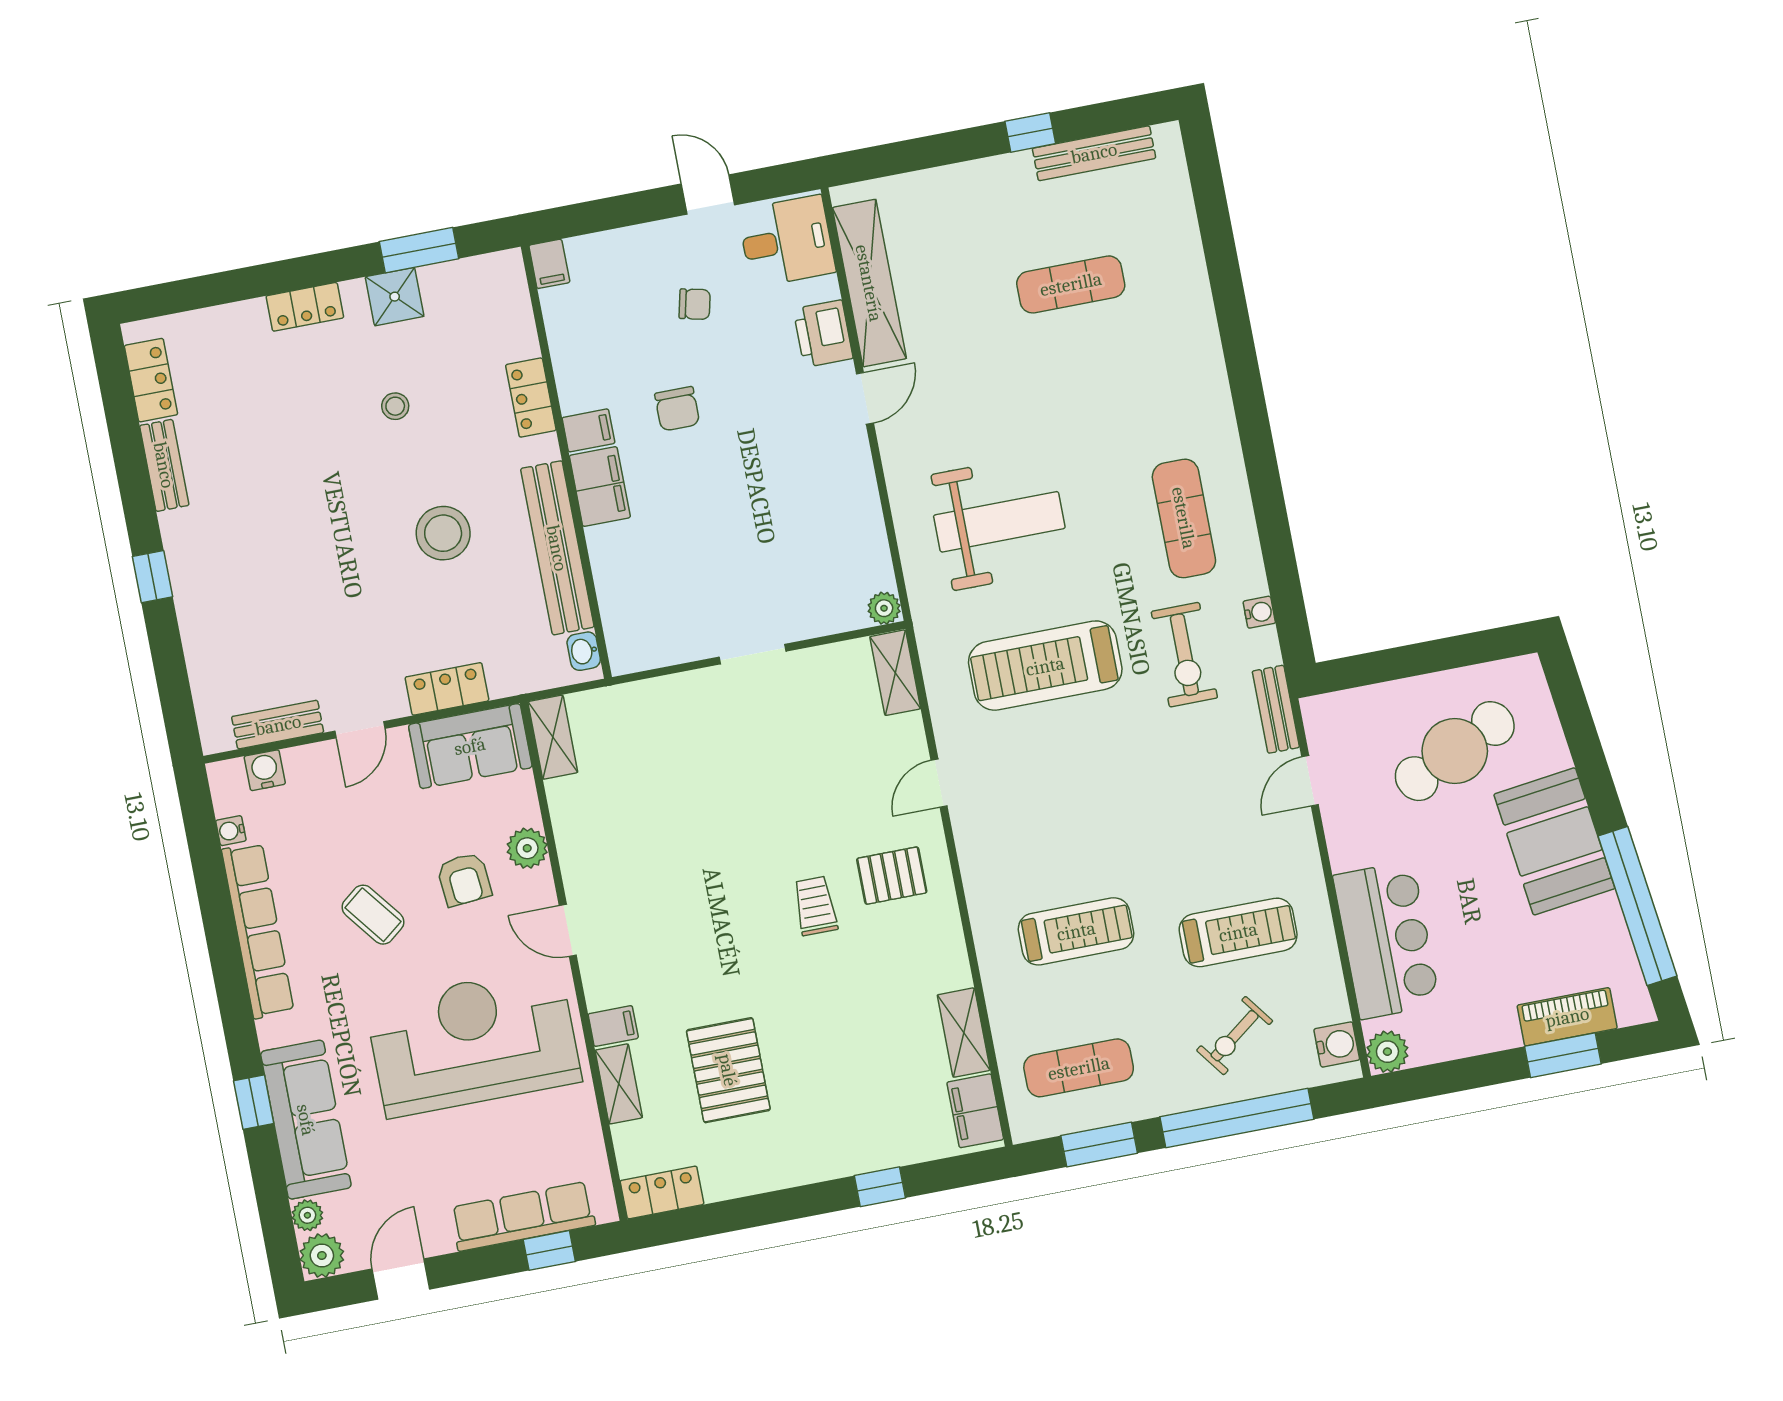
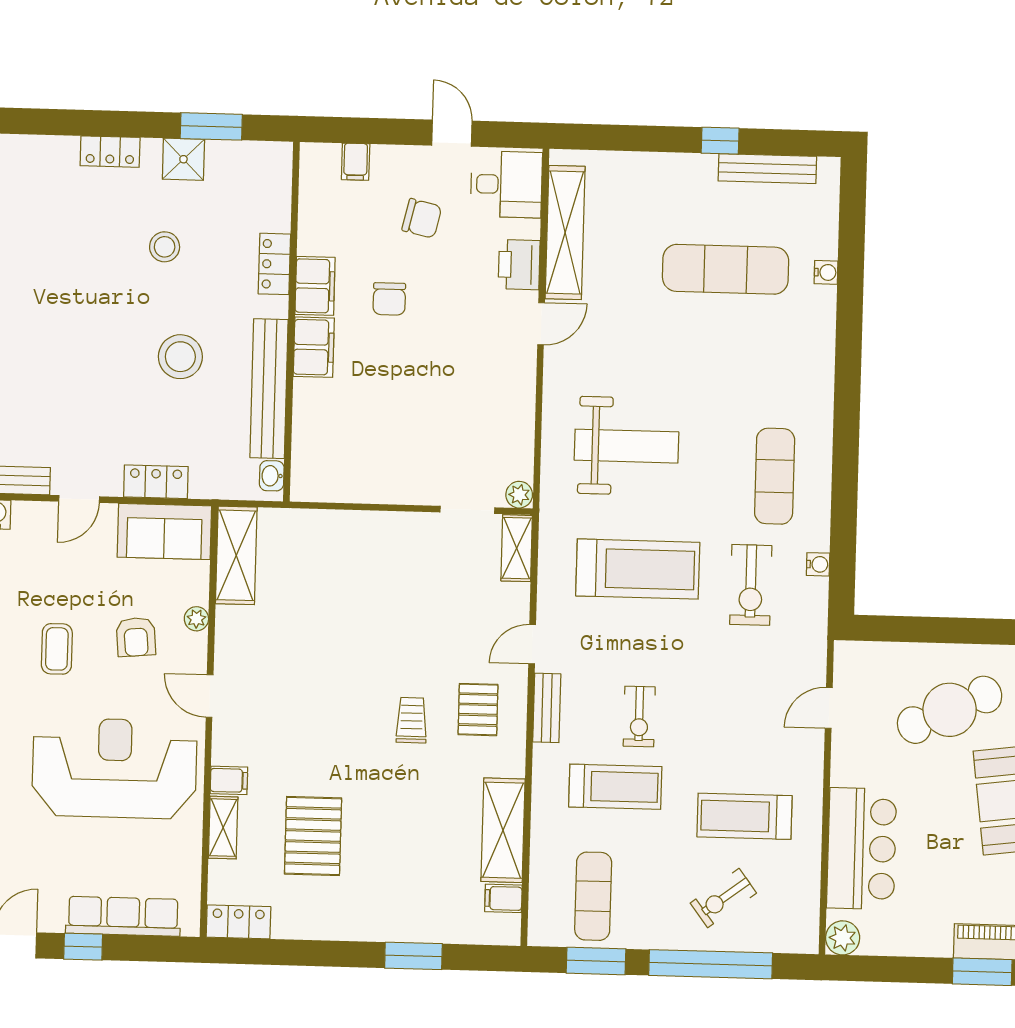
filing cabinet: (549, 264) -> (356, 162), moved
exercise mat: (1071, 284) -> (726, 269), width x1.36, depth x1.45
chair: (695, 304) -> (422, 218), width x1.37, depth x1.37
stool: (395, 406) -> (165, 247), width x1.37, depth x1.37
filing cabinet: (588, 430) -> (315, 286), width x2.00
doorway: (752, 654) -> (467, 510), moved
treadmill: (1045, 666) -> (638, 569), turned 180
bench: (1276, 709) -> (547, 708), moved
shelving: (553, 737) -> (236, 555), width x1.50, depth x1.33
exercise bike: (1086, 841) -> (639, 716), added
plant: (527, 848) -> (196, 619), width x0.73, depth x0.73
pallet: (892, 876) -> (478, 710), turned 90
coffee table: (373, 915) -> (57, 649), turned 38
treadmill: (1238, 932) -> (744, 816), turned 180
shelving: (964, 1033) -> (503, 830), width x1.50, depth x1.33
water cooler: (1337, 1044) -> (826, 272), moved, width x0.72, depth x0.72
exercise mat: (1079, 1068) -> (593, 896), turned 90
filing cabinet: (975, 1111) -> (503, 898), width x0.50
window: (880, 1187) -> (413, 956), width x1.50
window: (549, 1250) -> (83, 947), moved

